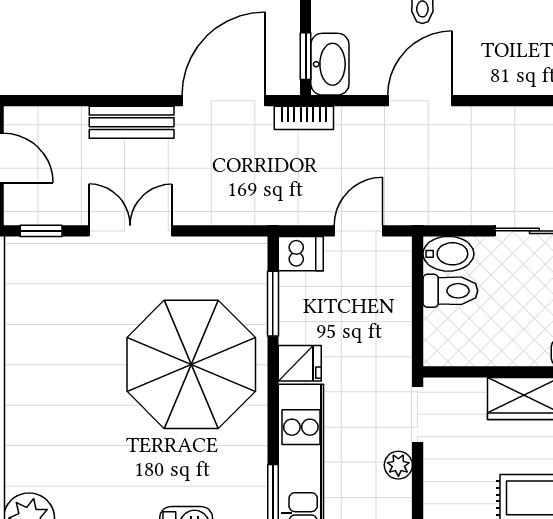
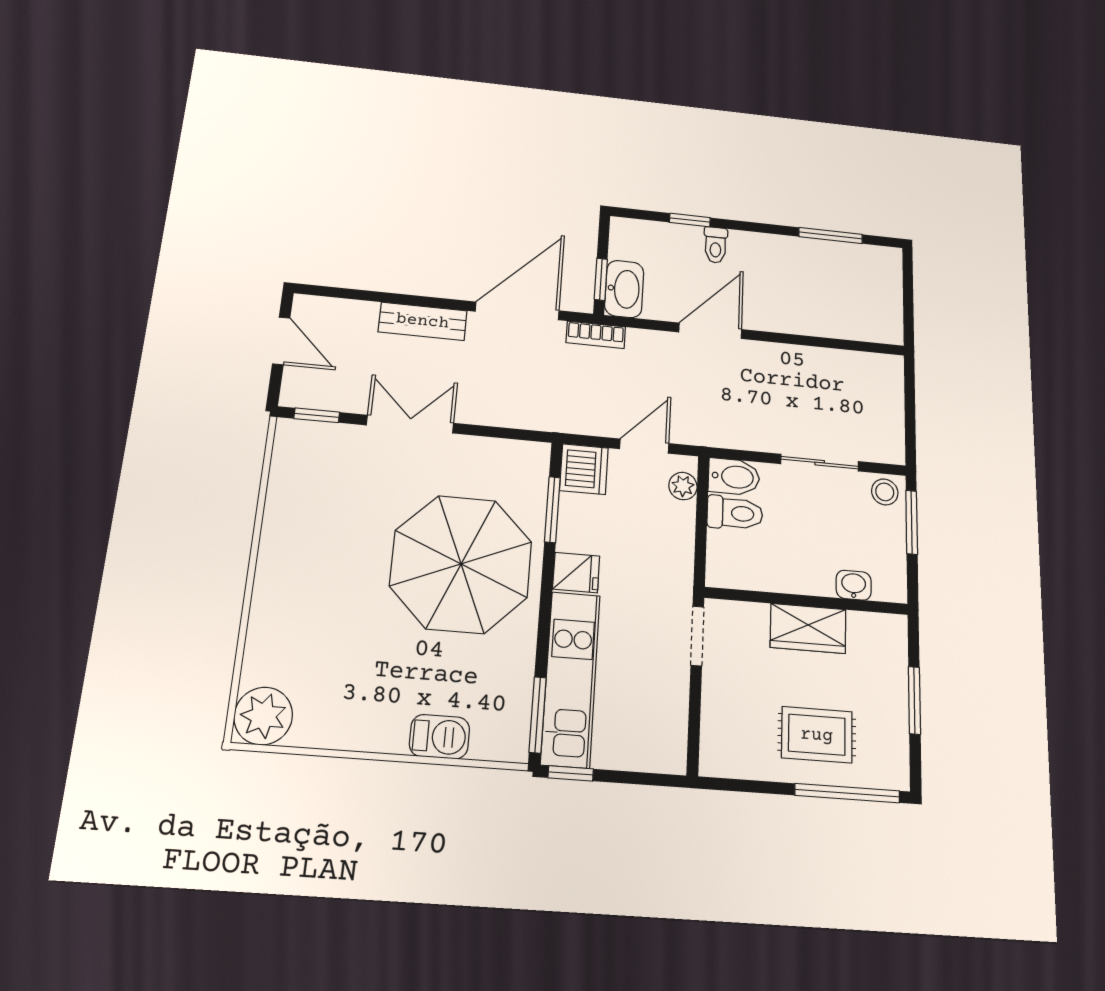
dishwasher: (301, 254) -> (584, 469), width x1.38
plant: (398, 465) -> (683, 486), moved

